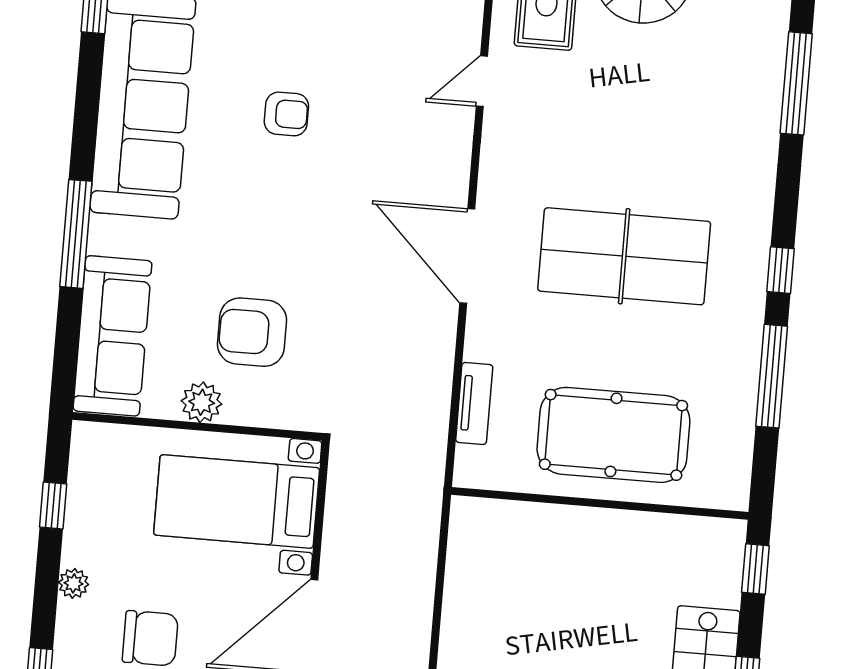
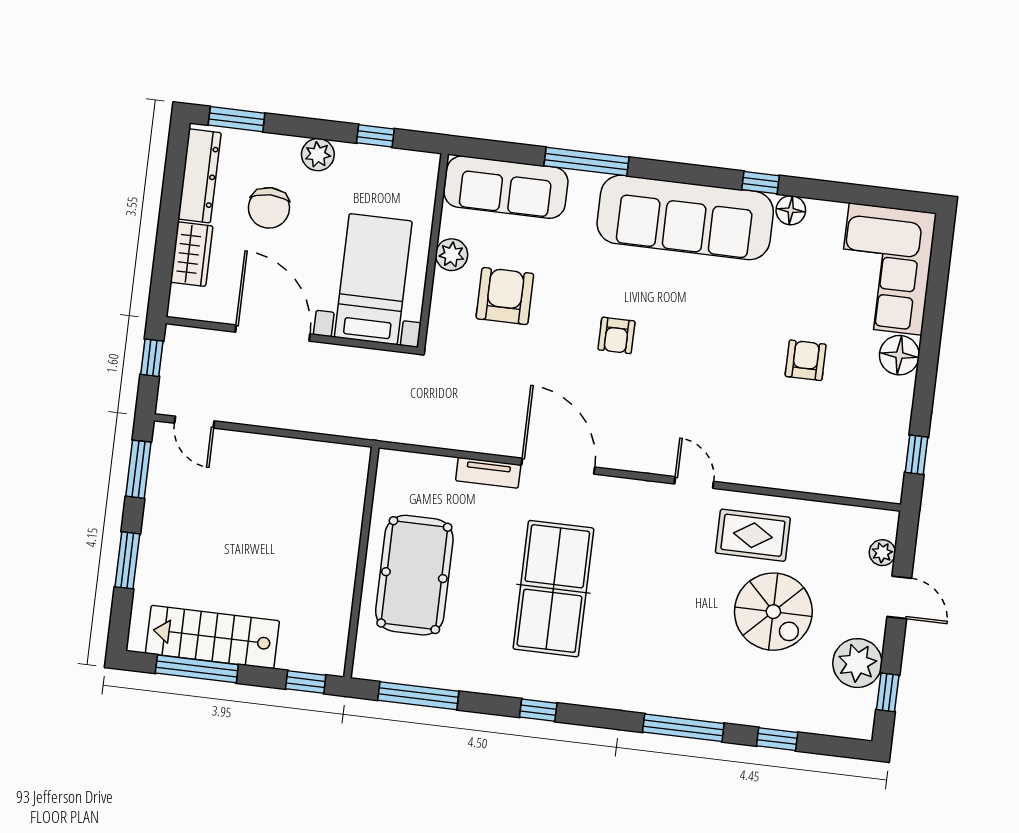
armchair: (286, 114) -> (617, 335), moved
door: (467, 256) -> (558, 466), hinge flipped
window: (772, 376) -> (418, 696), moved
tv unit: (474, 403) -> (488, 473), moved
plant: (74, 583) -> (318, 155), width x1.38, depth x1.38

